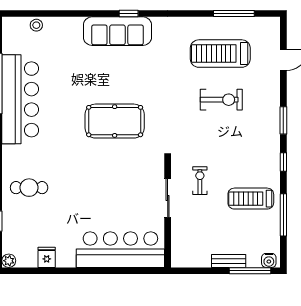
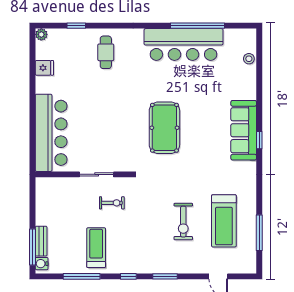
treadmill: (220, 54) -> (224, 221), turned 180
bench: (229, 261) -> (41, 241), moved

